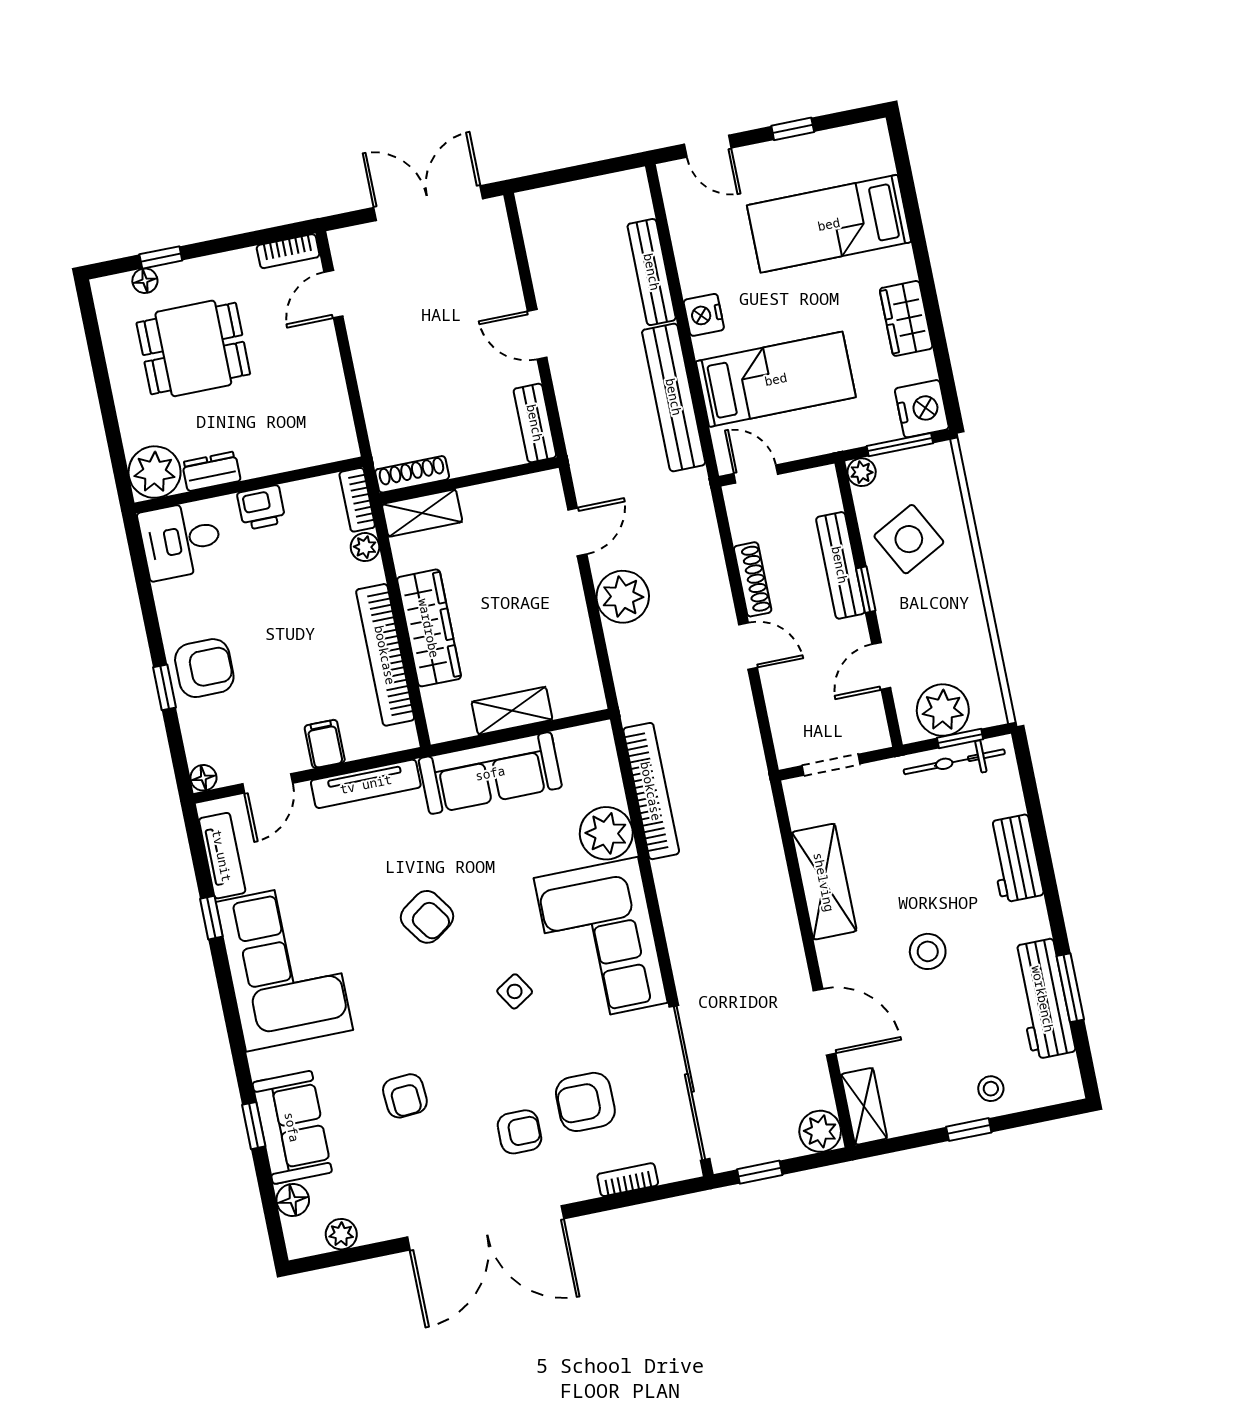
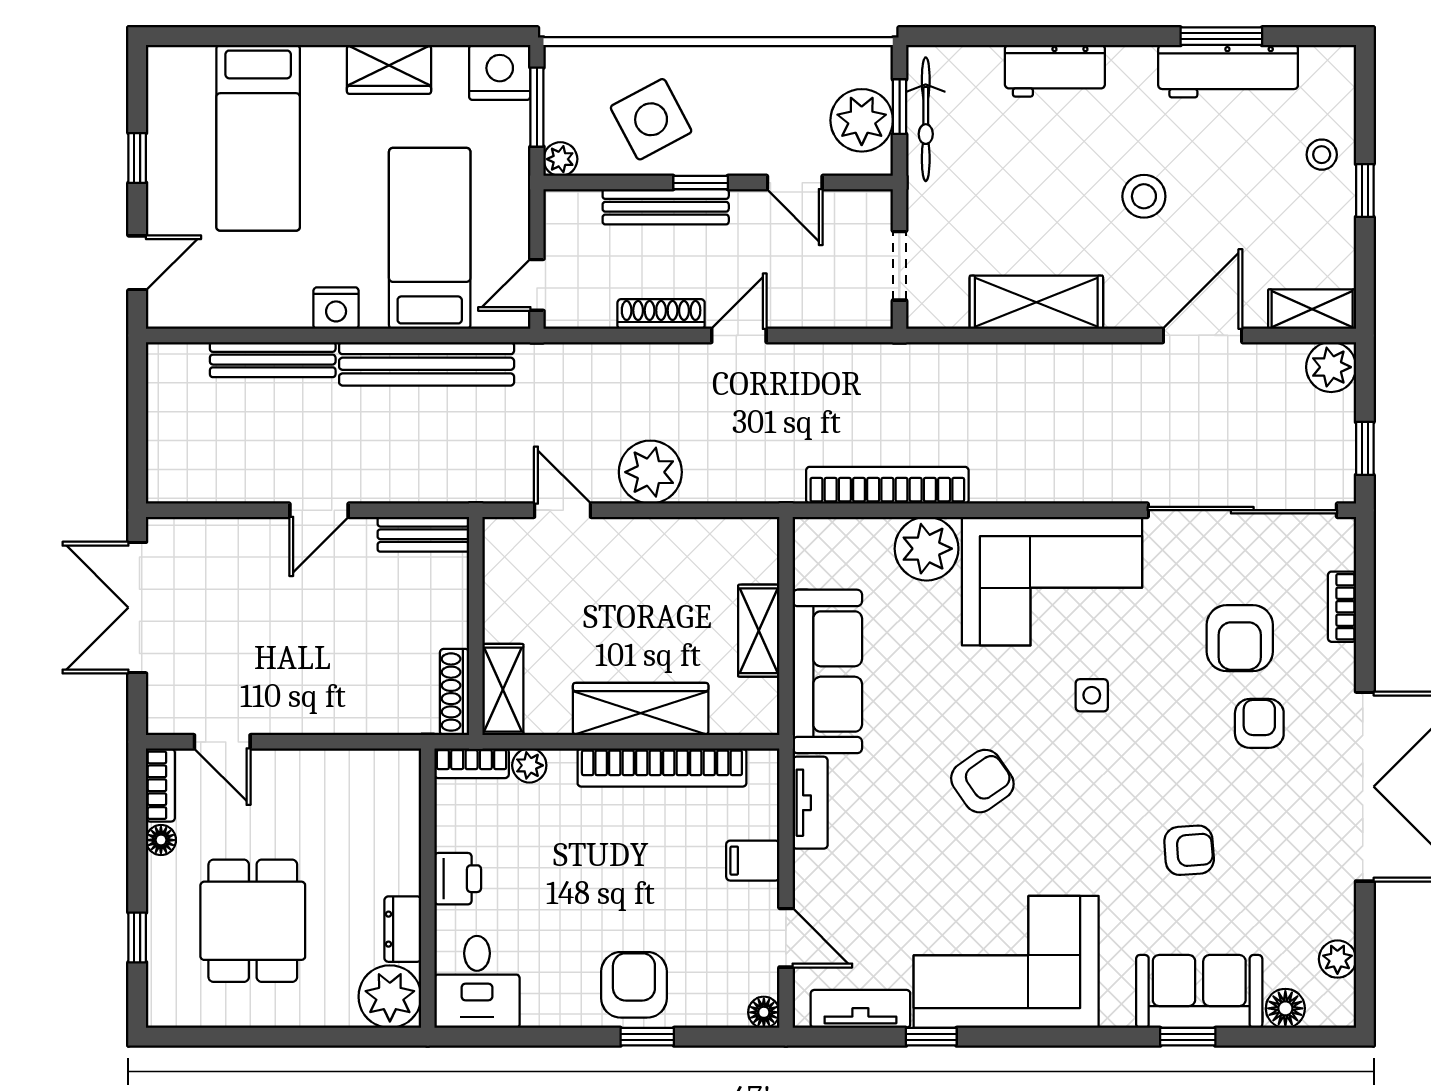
floor lamp: (145, 281) -> (161, 840), moved
tv unit: (366, 784) -> (810, 803), width x0.71
side table: (515, 991) -> (1092, 695), turned 32

